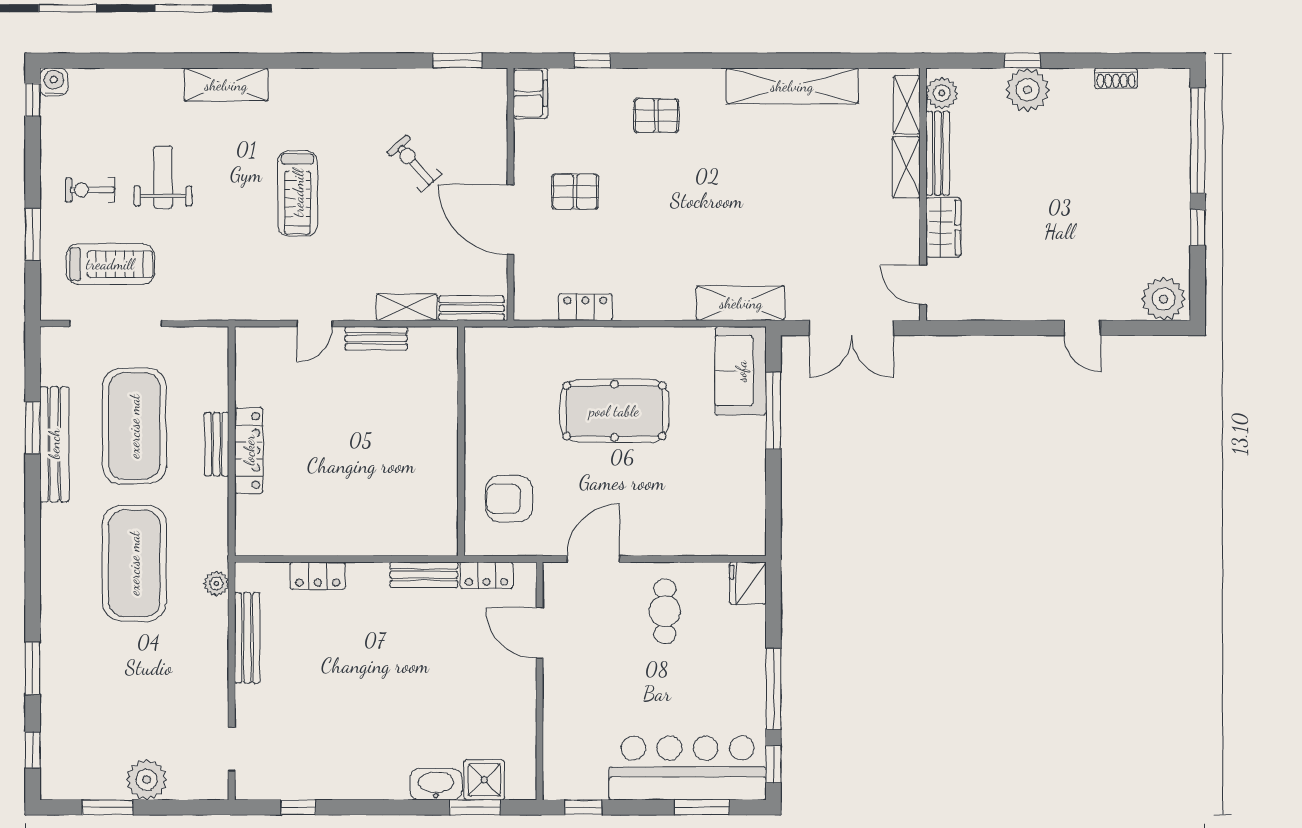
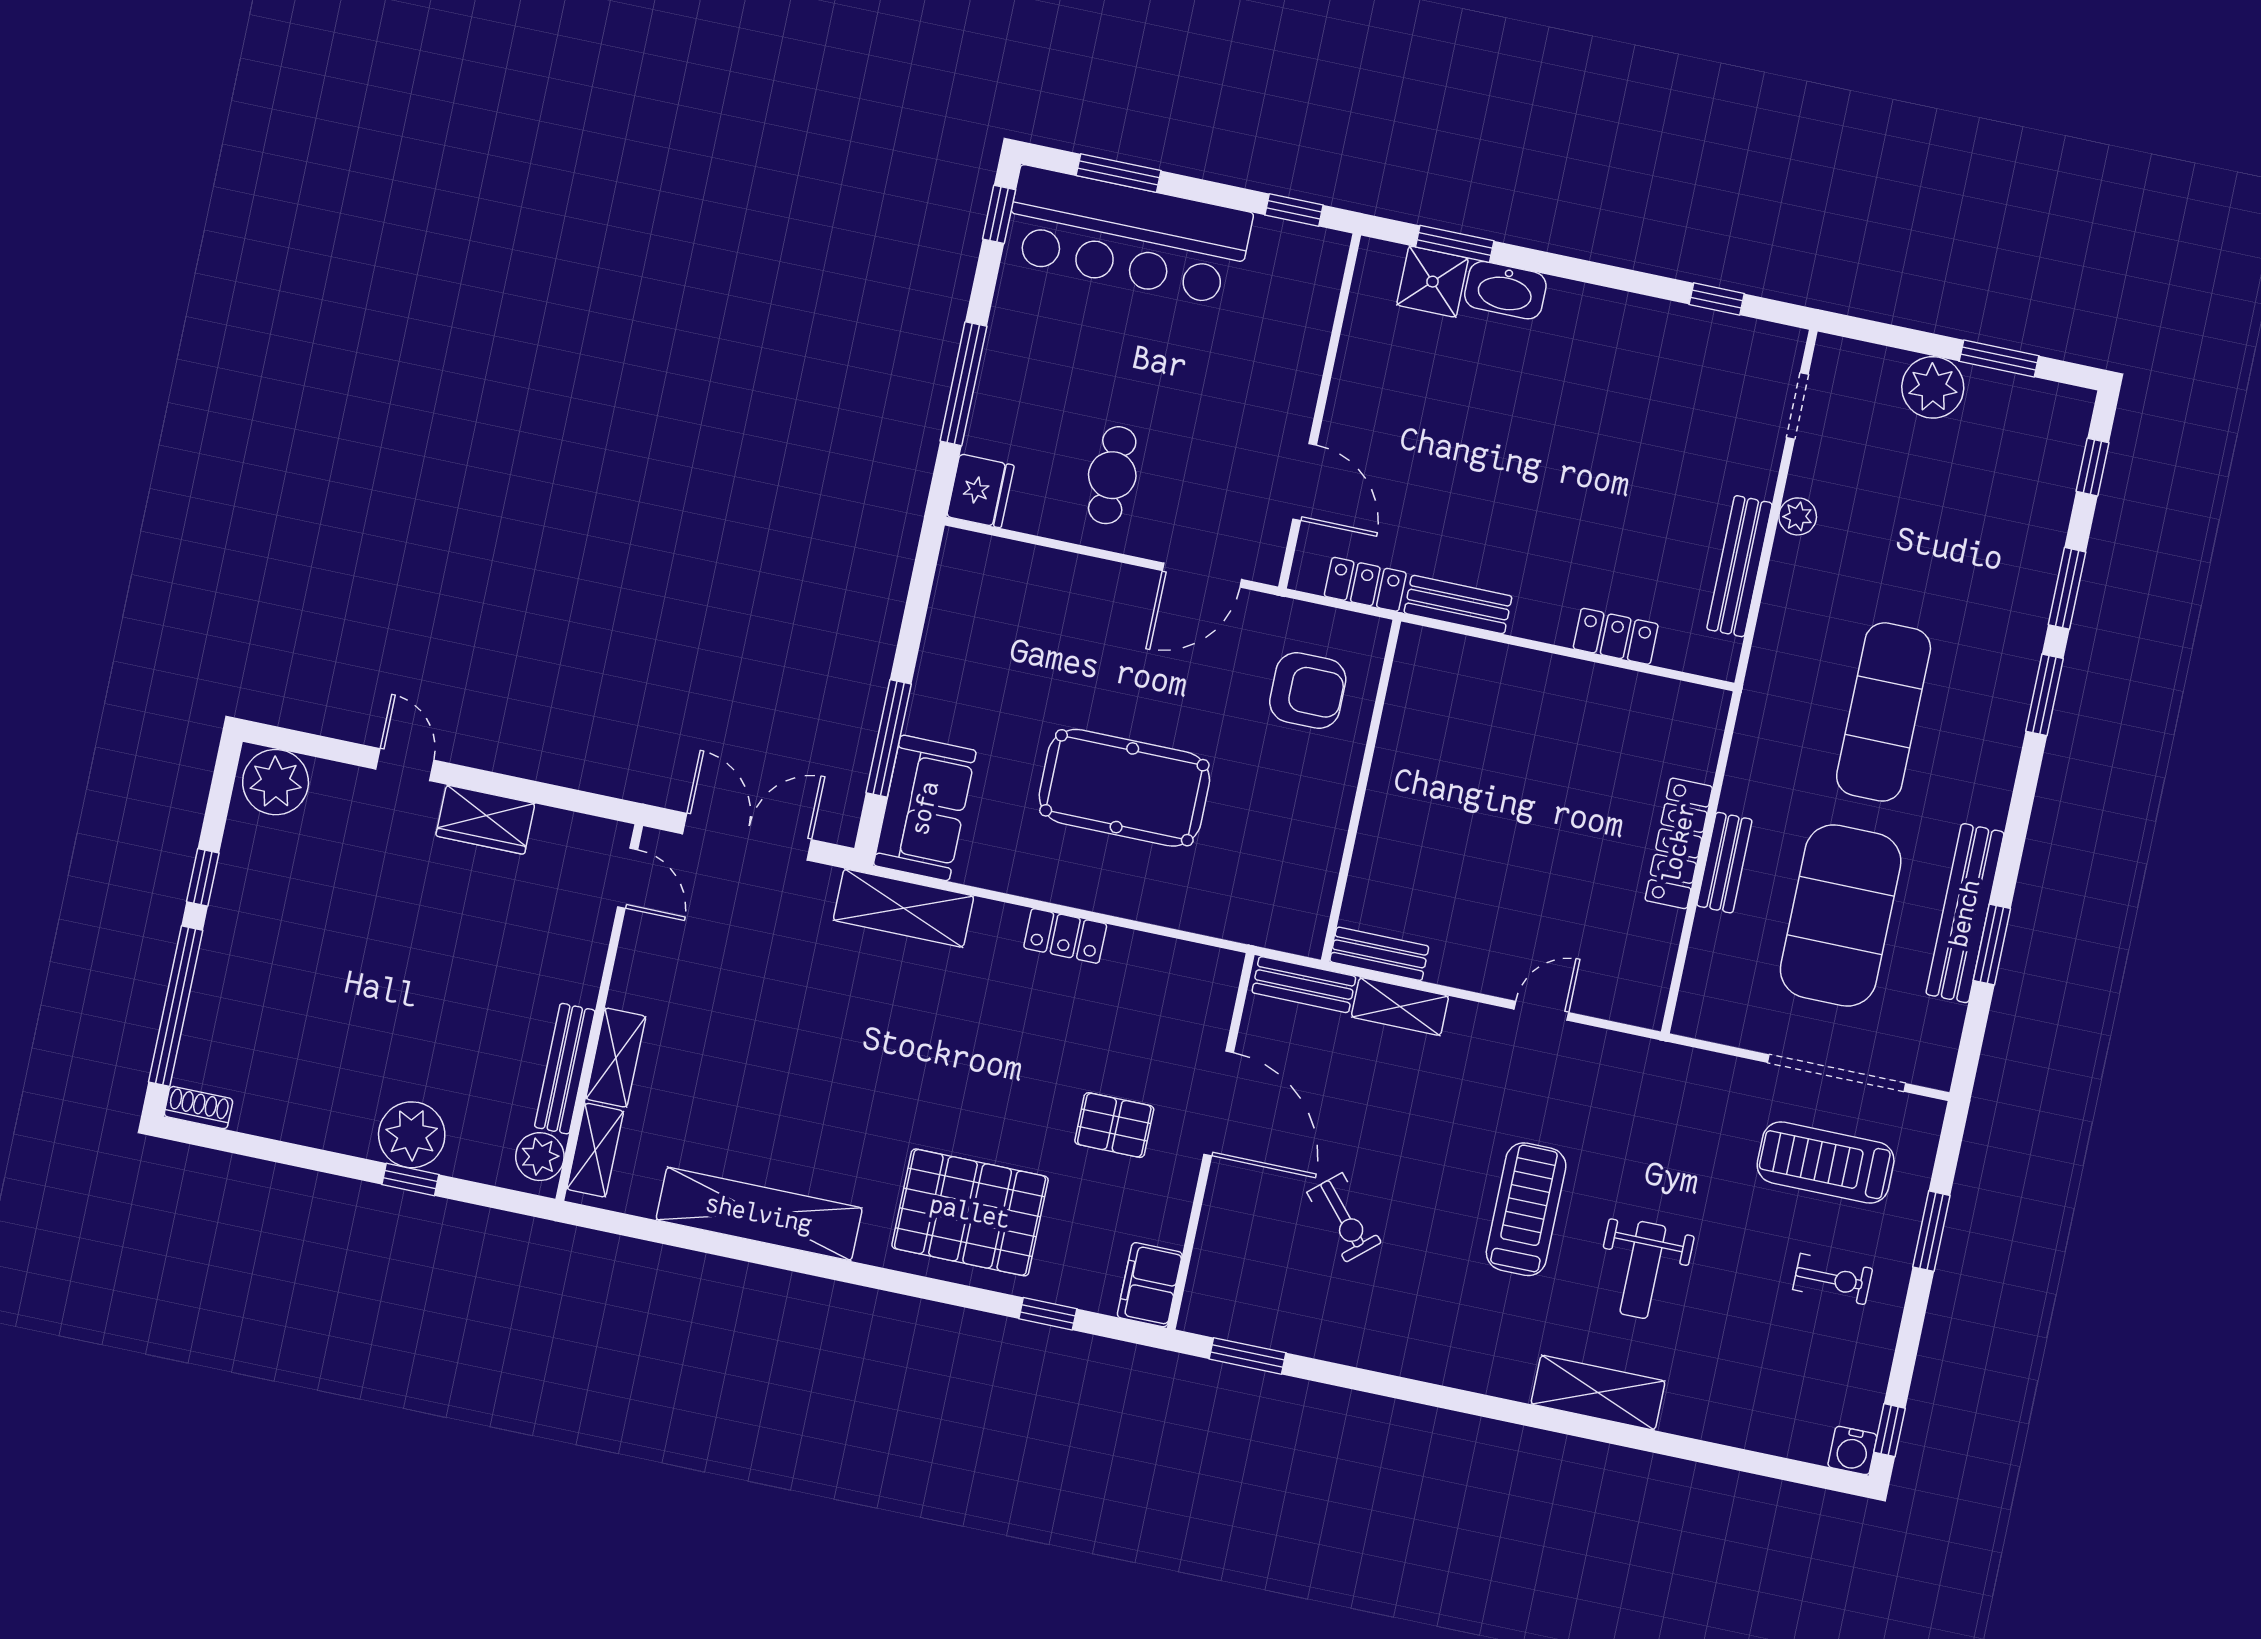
shoe rack: (1116, 78) -> (198, 1108), moved
pallet: (656, 116) -> (970, 1212), width x2.05, depth x2.00
weight bench: (163, 177) -> (1643, 1270), moved
wardrobe: (943, 227) -> (485, 820), moved, turned -90
locker: (585, 307) -> (1065, 936), moved
bench: (376, 338) -> (1379, 954), moved
exercise mat: (134, 563) -> (1884, 712), width x0.68
plant: (216, 583) -> (1798, 516), moved
window: (33, 596) -> (2045, 695), added
window: (773, 689) -> (963, 384), moved

